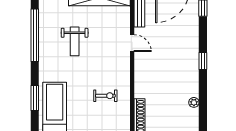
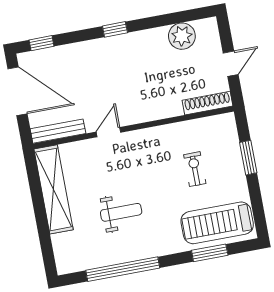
exercise bike: (105, 96) -> (195, 169), moved
plant: (194, 102) -> (182, 36), width x1.87, depth x1.87

